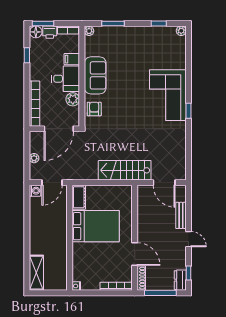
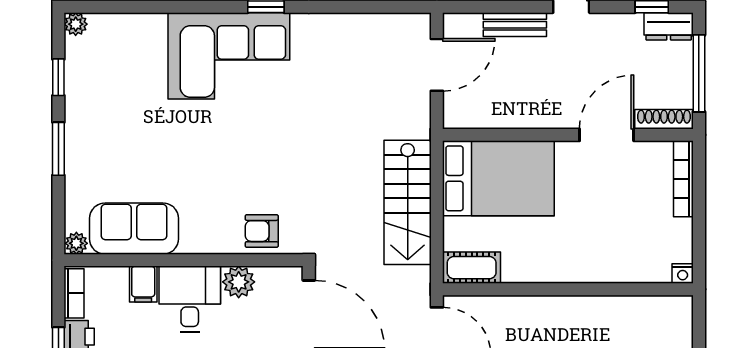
window: (113, 23) -> (58, 149), moved
sofa: (95, 75) -> (134, 229), moved
stairs: (125, 170) -> (408, 202), moved
bed: (96, 226) -> (498, 178), moved, turned 90

